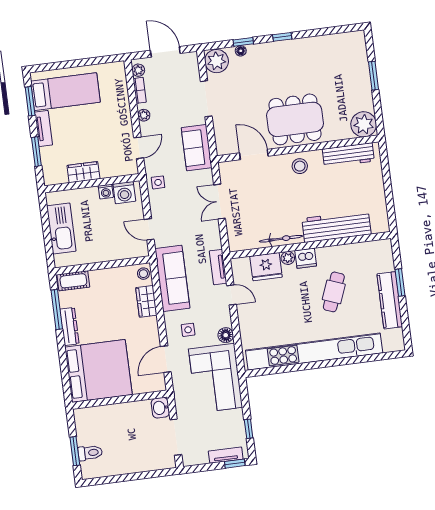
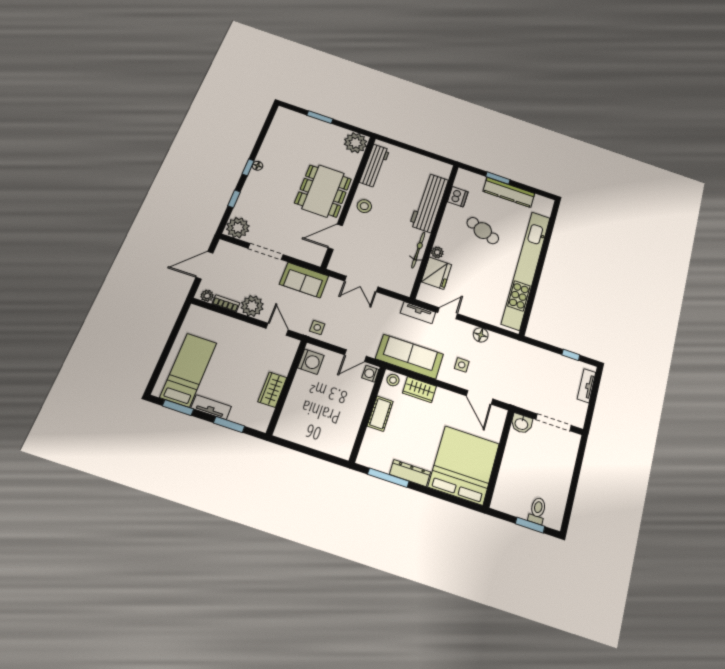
floor lamp: (241, 51) -> (258, 166), moved
plant: (144, 115) -> (252, 306), width x1.87, depth x1.87
washing machine: (106, 192) -> (370, 374), moved, turned 180
kitchen sink: (61, 229) -> (314, 436), removed
dishwasher: (306, 258) -> (458, 197), moved
cot: (73, 281) -> (380, 414), moved
corner sofa: (216, 378) -> (515, 362), removed
window: (235, 464) -> (597, 381), removed

